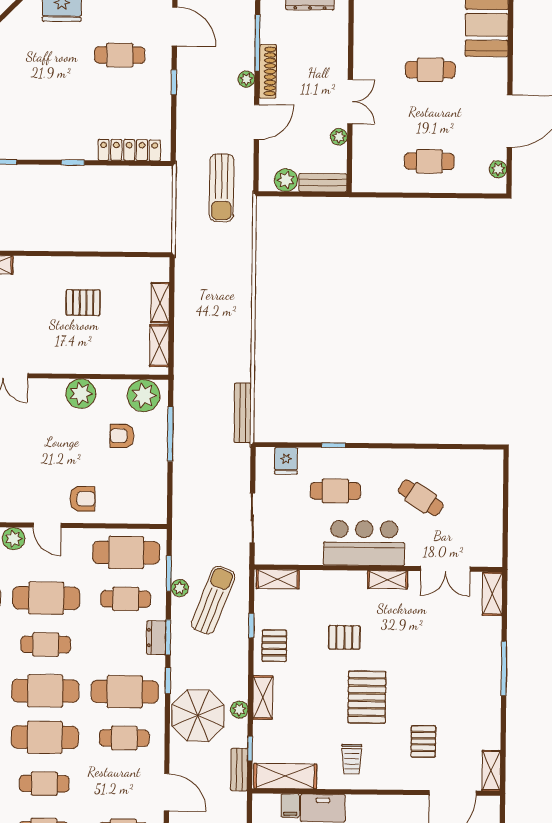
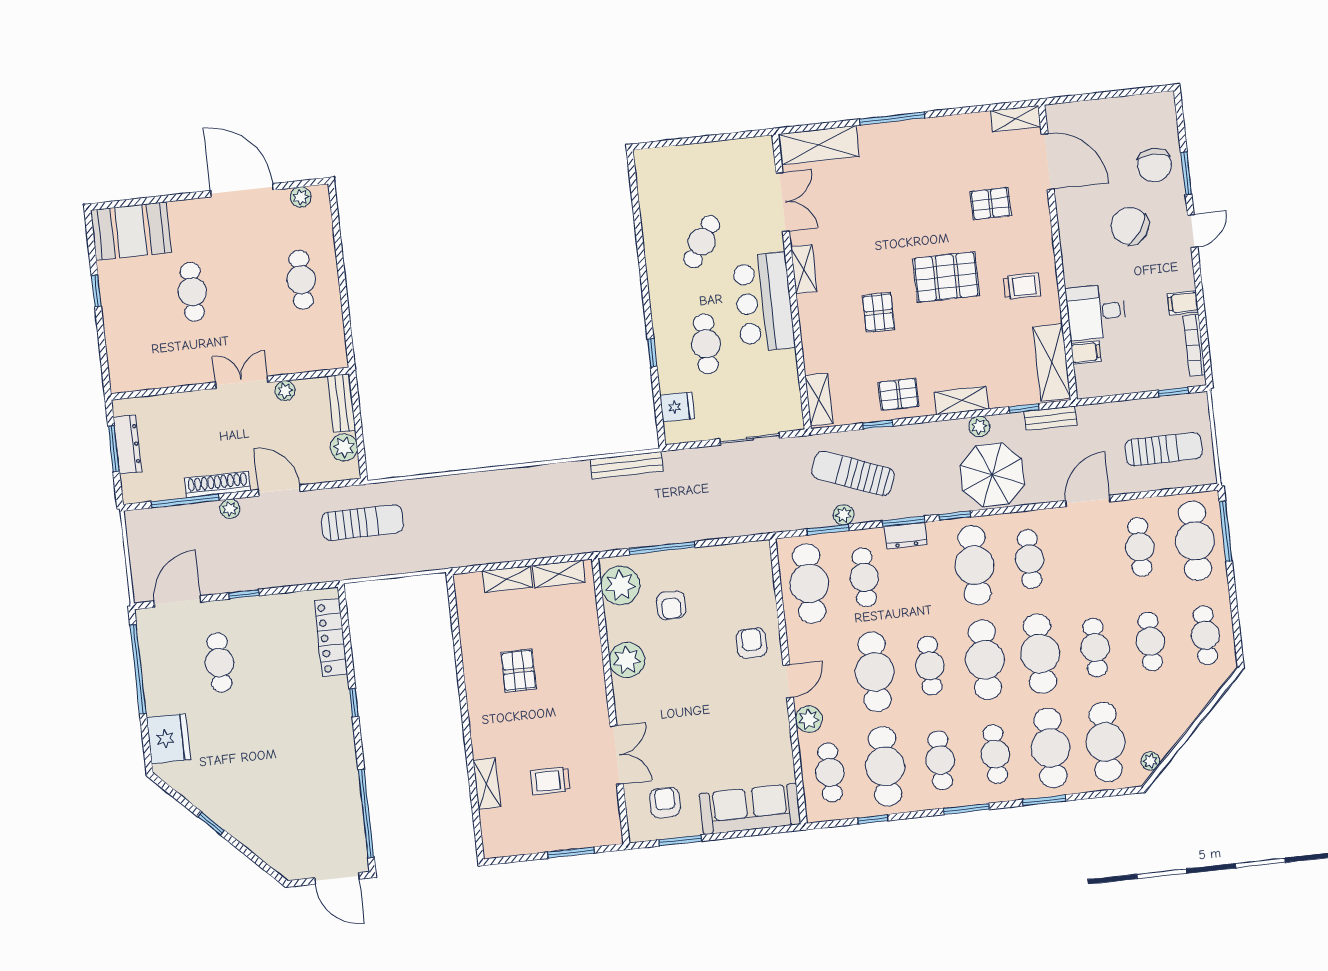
shelving: (492, 594) -> (819, 145), width x1.50, depth x1.33

